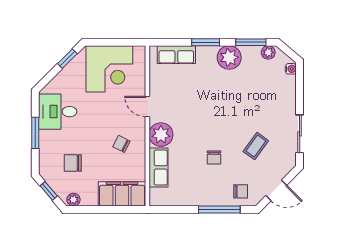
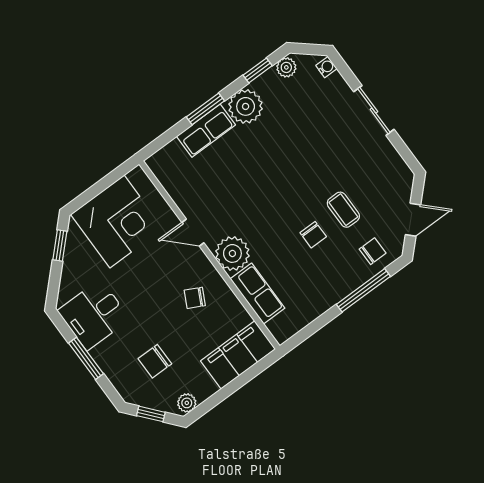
window: (251, 42) -> (258, 70), width x0.67
row of seats: (176, 55) -> (206, 131), moved
sliding door: (300, 134) -> (374, 110), moved
coffee table: (256, 146) -> (343, 210), moved, turned -36

